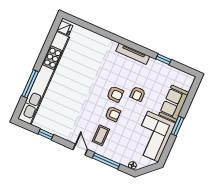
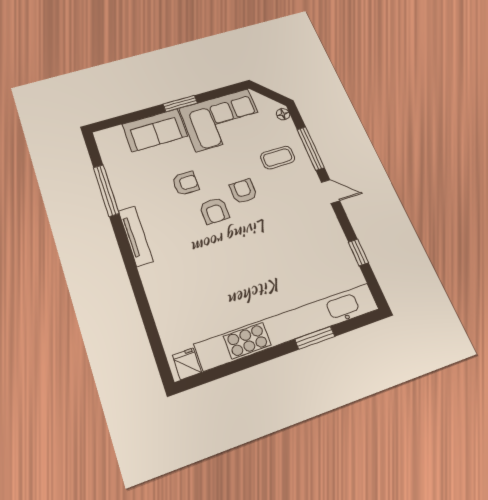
window: (164, 59) -> (106, 190), width x2.17
window: (30, 84) -> (315, 338), width x0.69
armchair: (115, 94) -> (214, 211), turned 180
coffee table: (101, 135) -> (278, 157), moved
door: (80, 150) -> (330, 191), swing flipped

